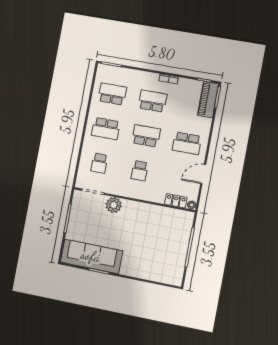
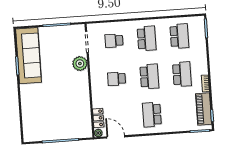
piano: (208, 100) -> (204, 109), moved, turned -90
school desk: (106, 129) -> (147, 38), turned 180
door: (203, 174) -> (116, 137), moved

